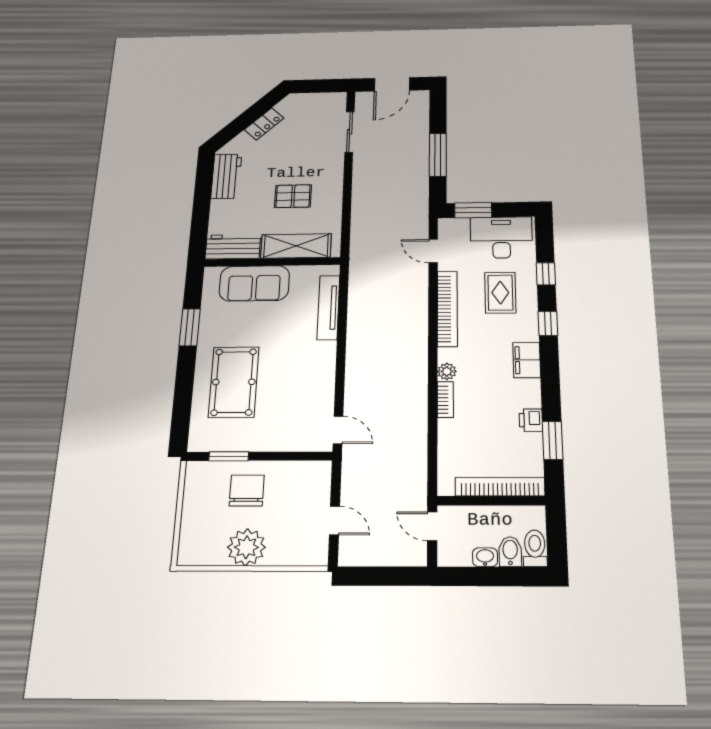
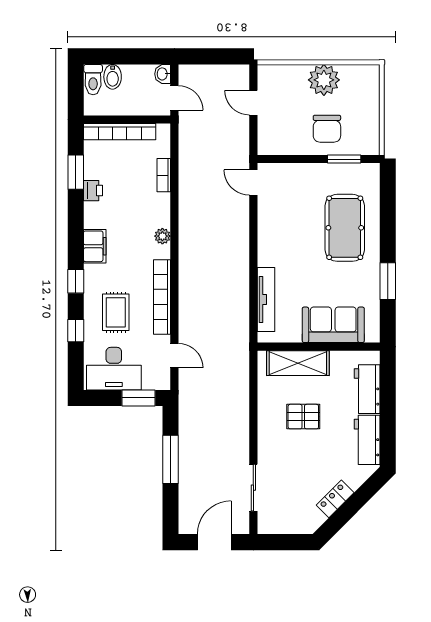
workbench: (233, 247) -> (367, 389), moved, turned 90
bookcase: (445, 400) -> (164, 175), moved
washbasin: (485, 557) -> (163, 74), moved, turned 90

